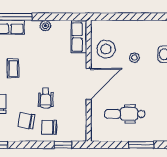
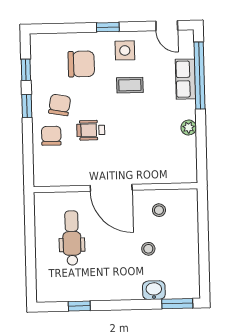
row of seats: (79, 37) -> (174, 173), removed
stool: (106, 49) -> (159, 210), width x0.53, depth x0.53
window: (63, 145) -> (27, 106), moved
window: (141, 145) -> (31, 261), removed

